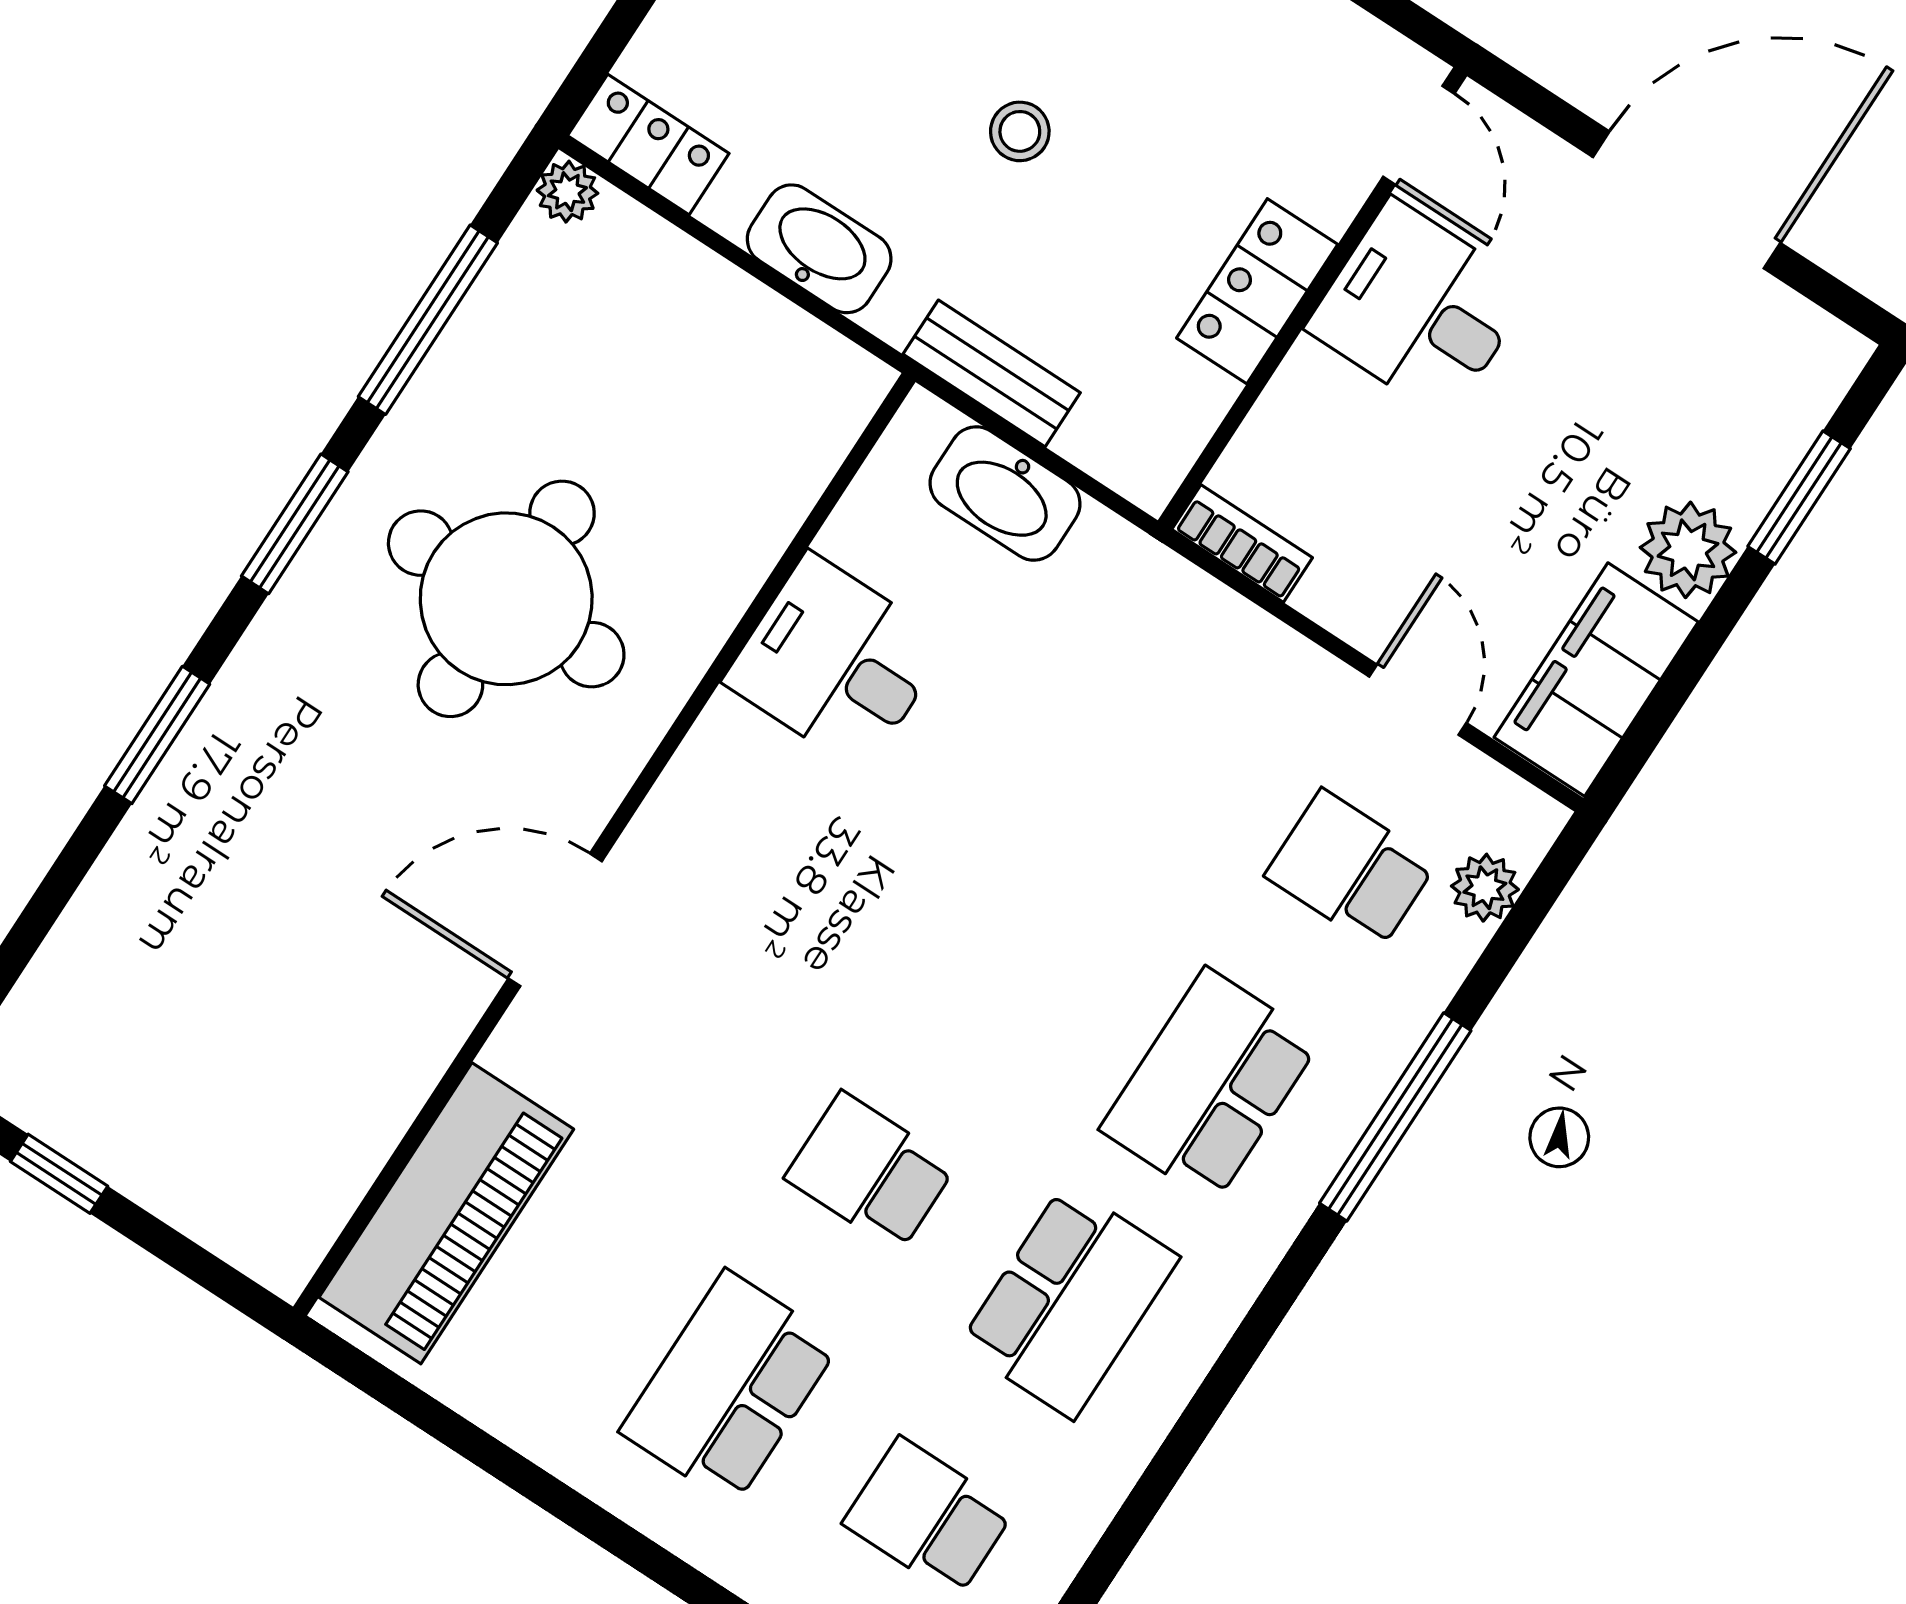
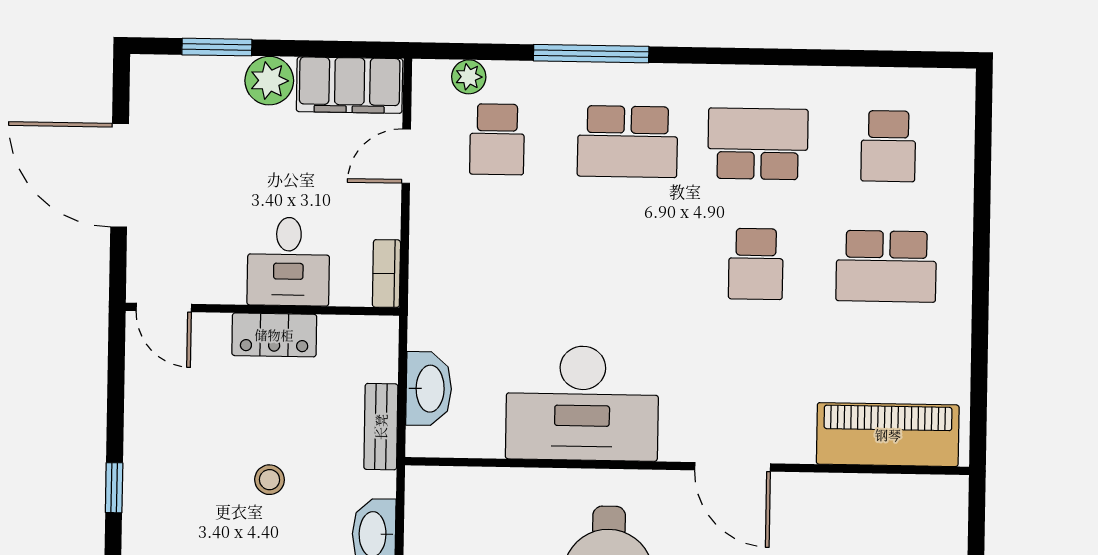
door: (1419, 135) -> (164, 308), swing flipped
desk: (1419, 309) -> (288, 262), moved
desk: (836, 662) -> (582, 403), width x1.87, depth x1.30

